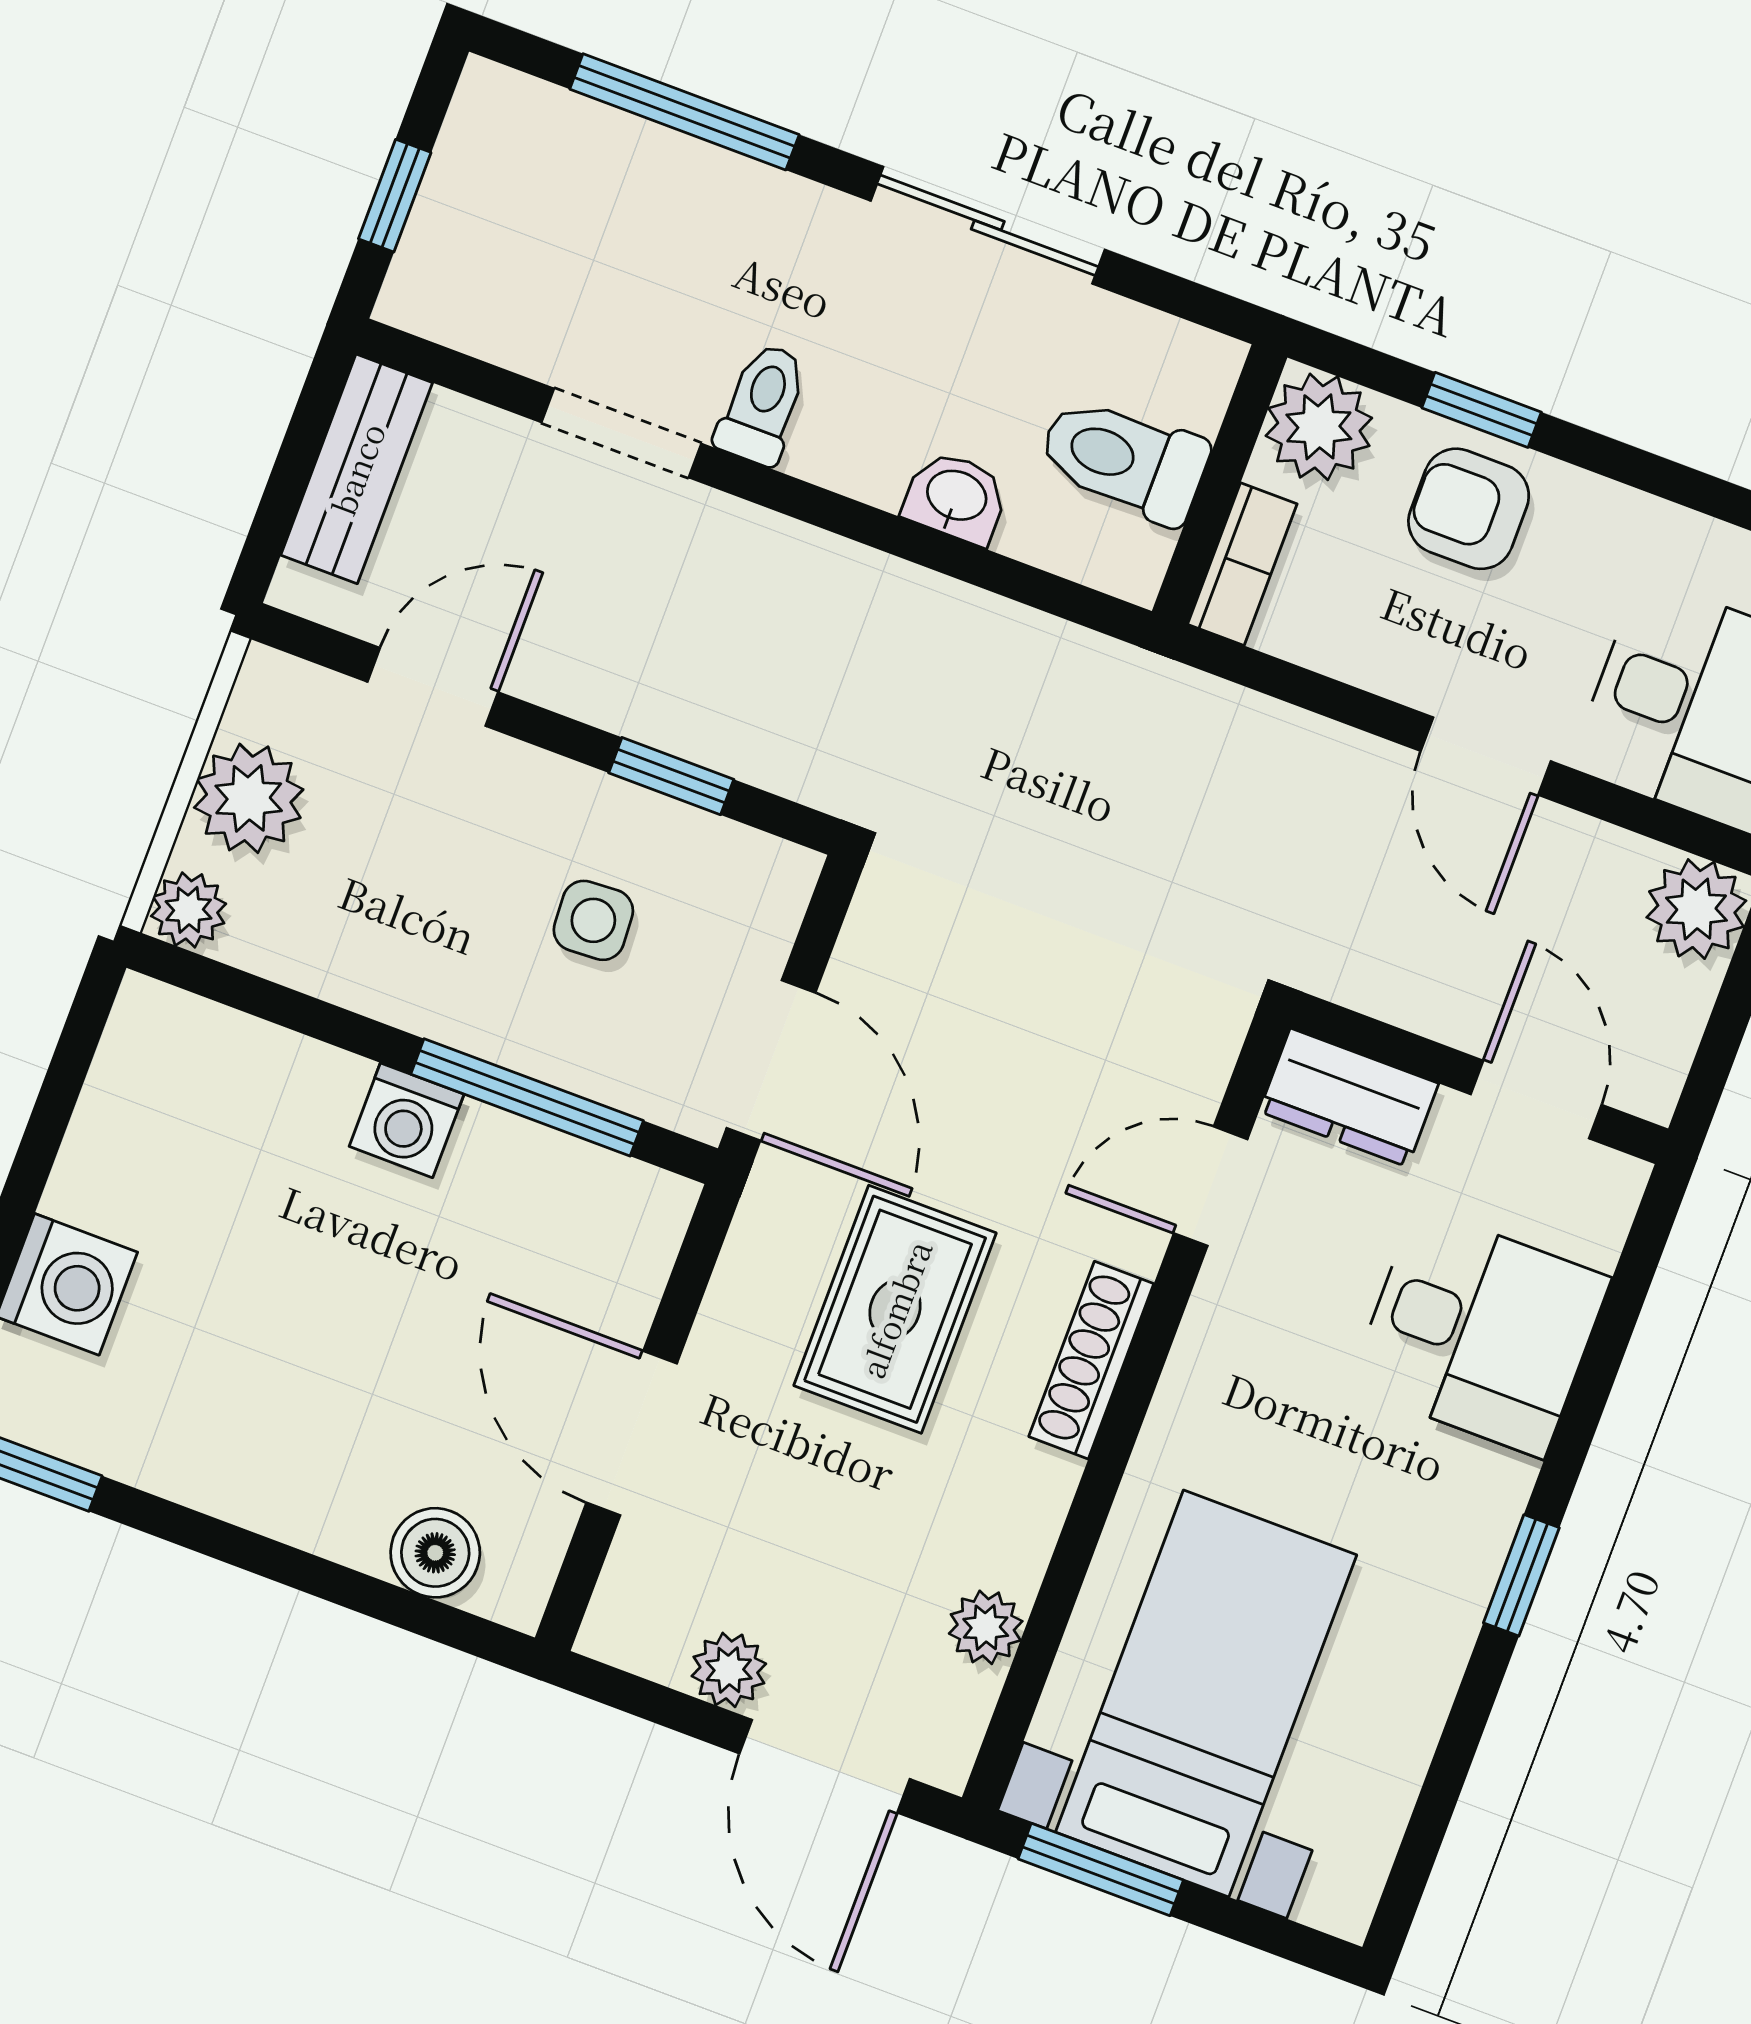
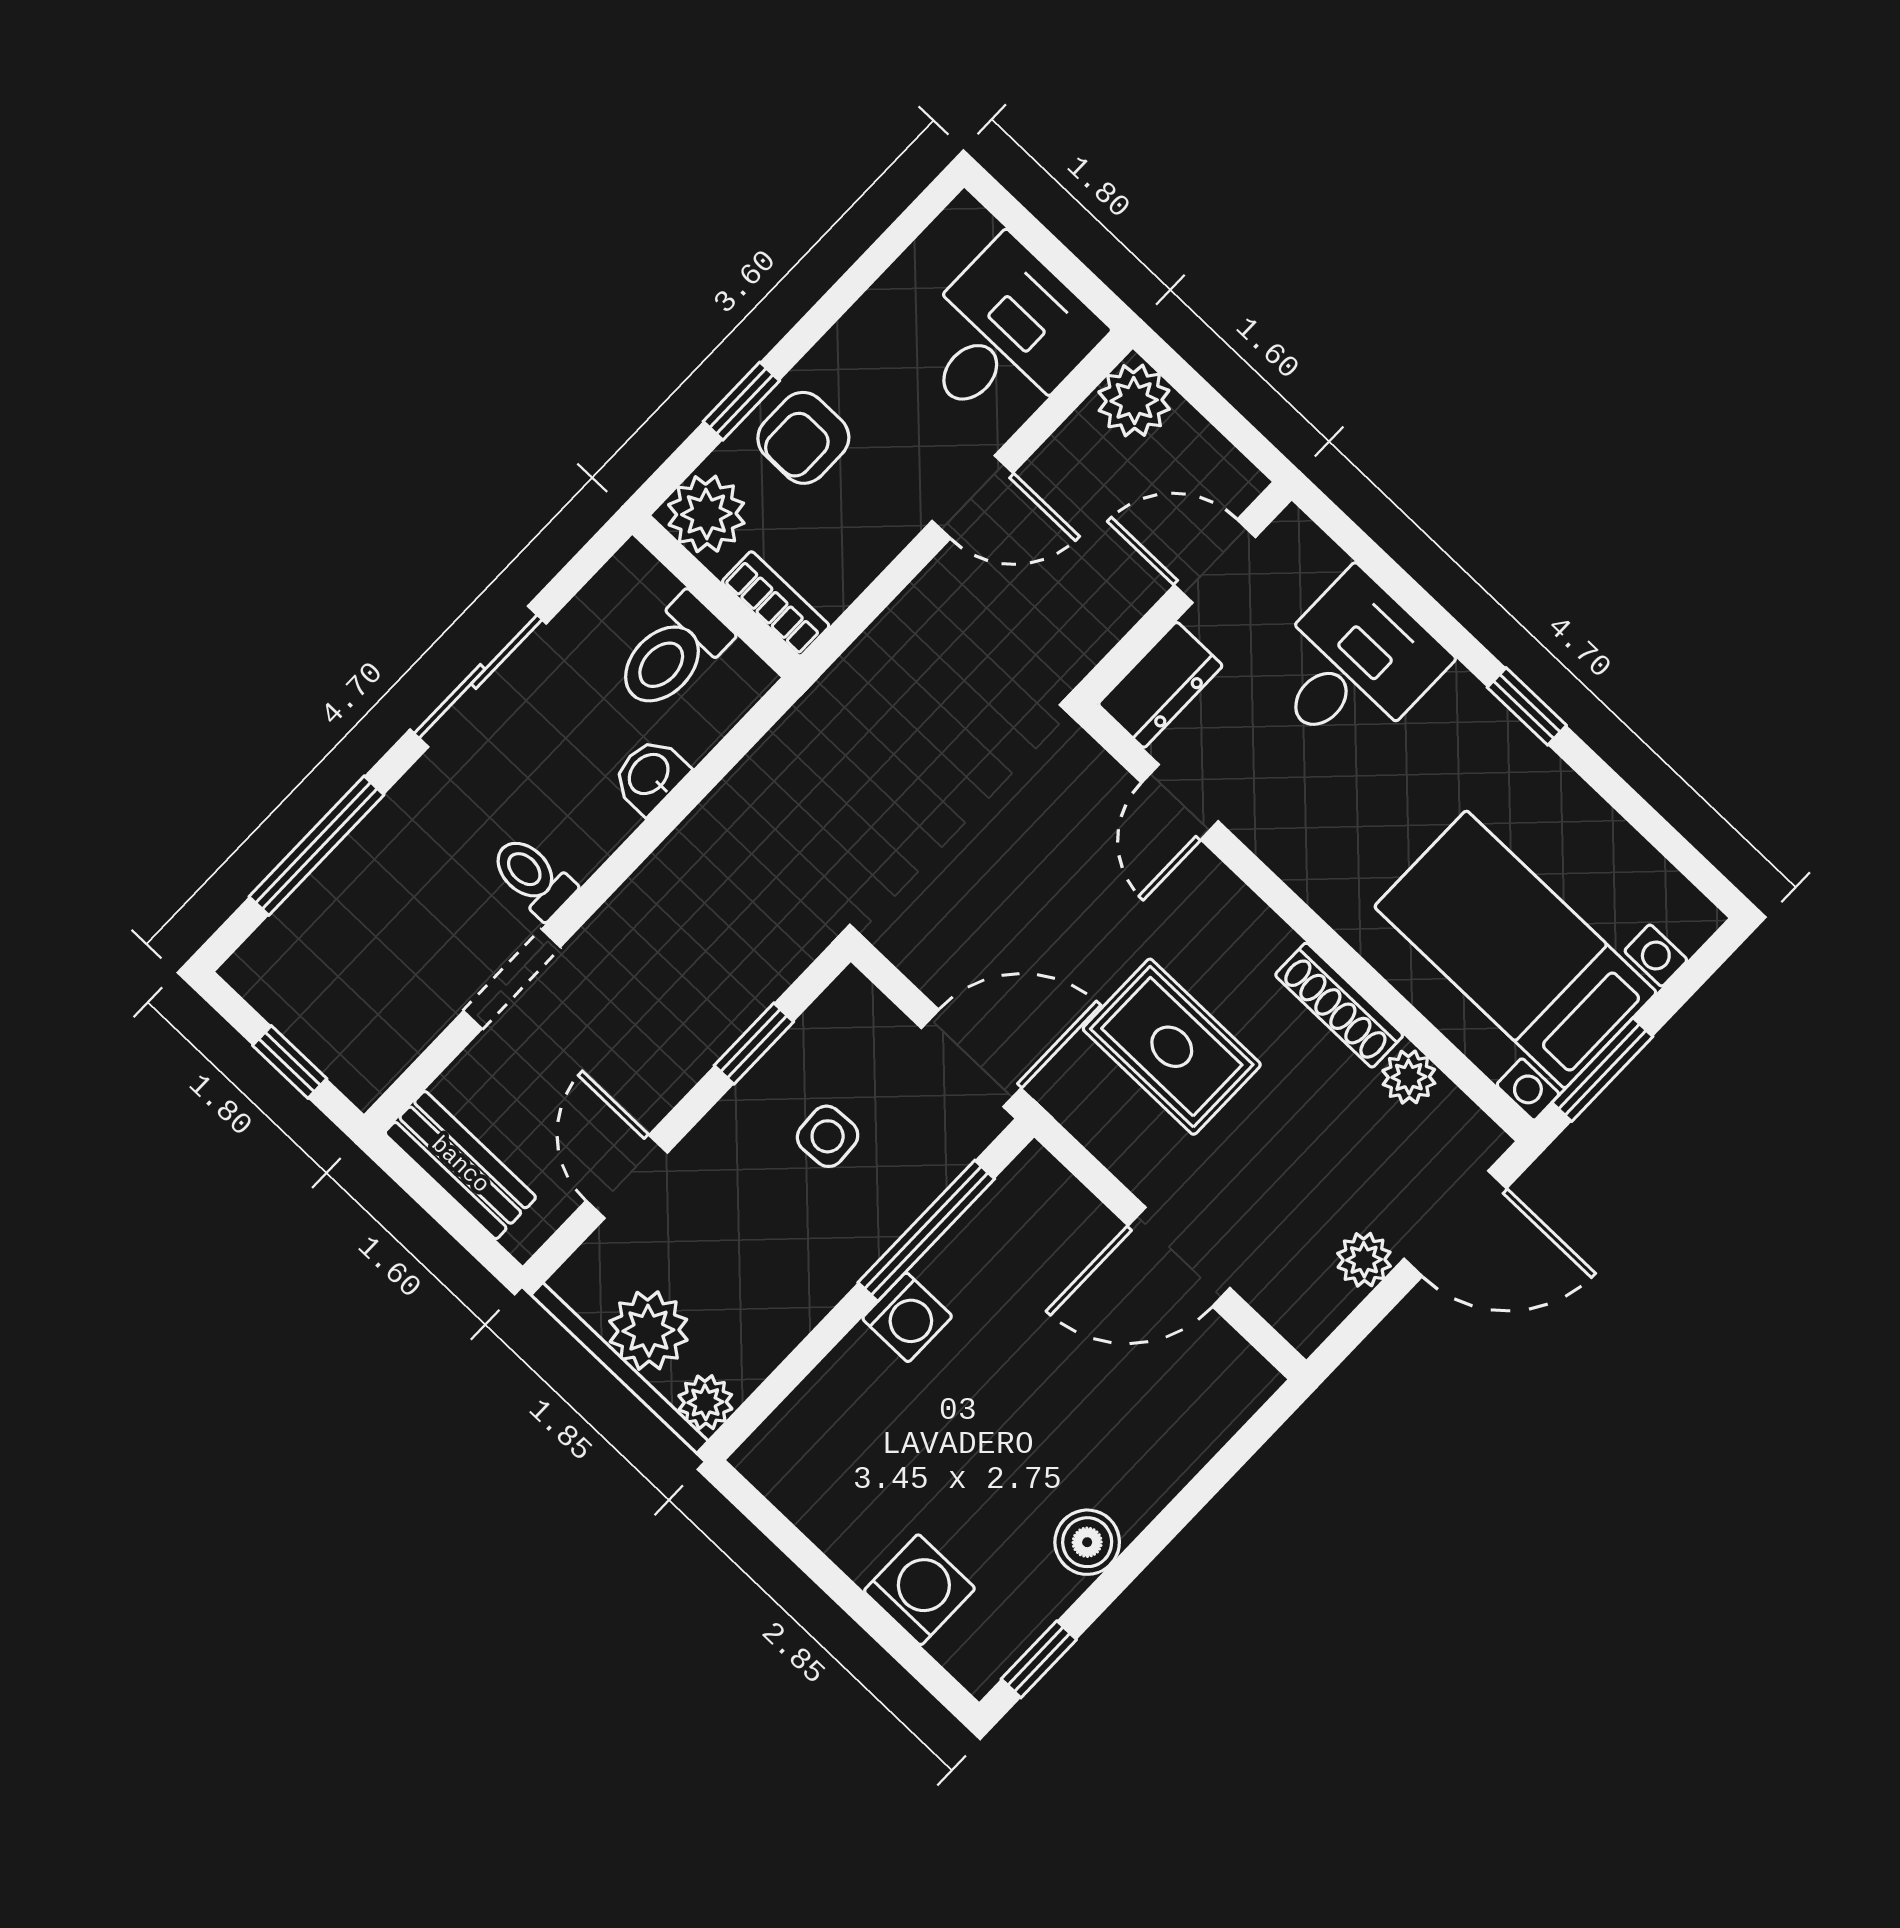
shoe rack: (1091, 1360) -> (1339, 1005), moved
boiler: (435, 1553) -> (1087, 1542), moved

